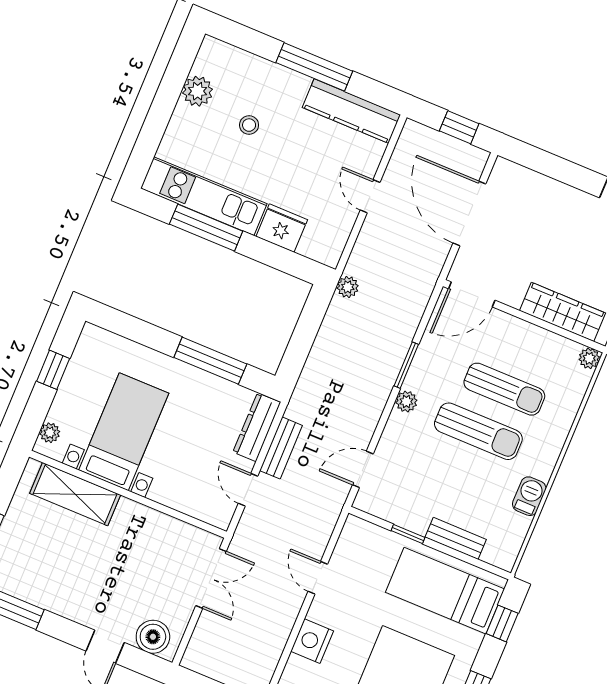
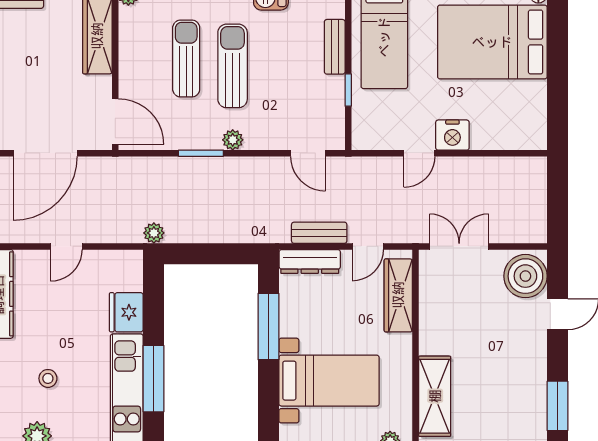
bed with nightstands: (124, 432) -> (329, 381), moved, turned 180
wardrobe: (188, 500) -> (398, 295), added
boiler: (153, 637) -> (525, 276), width x1.37, depth x1.37
nightstand: (312, 641) -> (452, 135), moved

